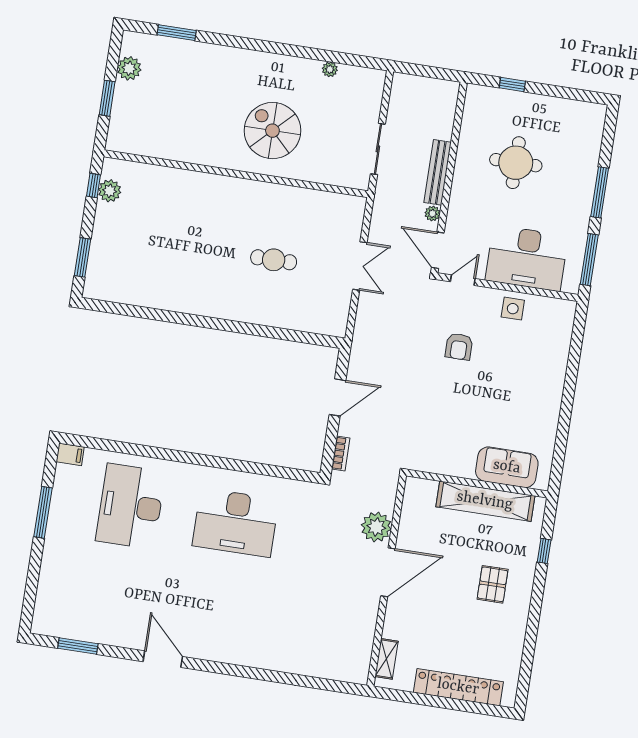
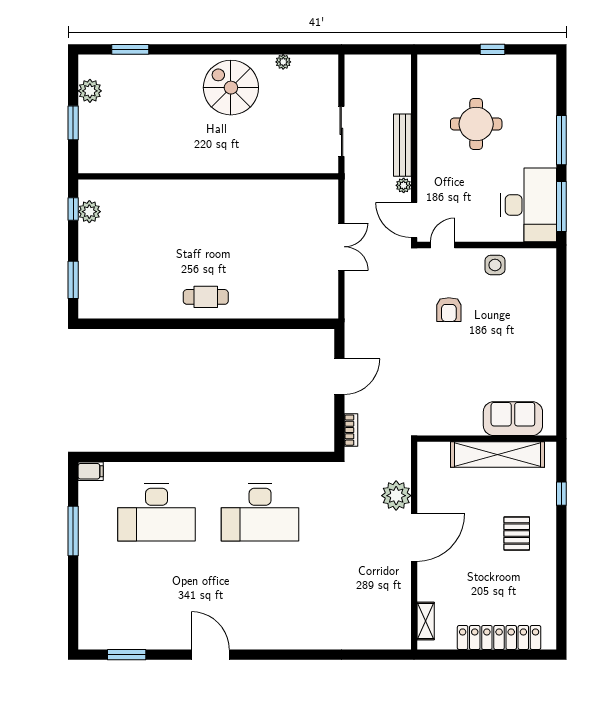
window: (512, 85) -> (492, 49), moved
spiral stairs: (272, 131) -> (231, 88), moved
desk: (527, 258) -> (529, 205), moved, turned -90
cafe table: (274, 260) -> (206, 297), moved
desk: (131, 506) -> (157, 512), turned -90

